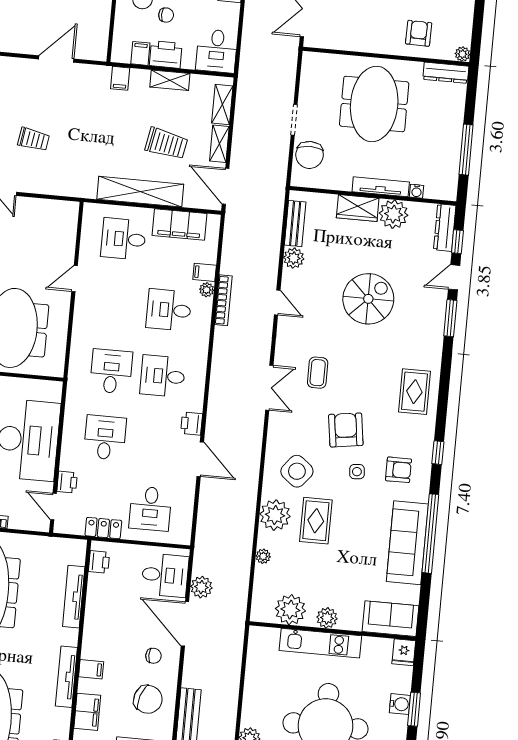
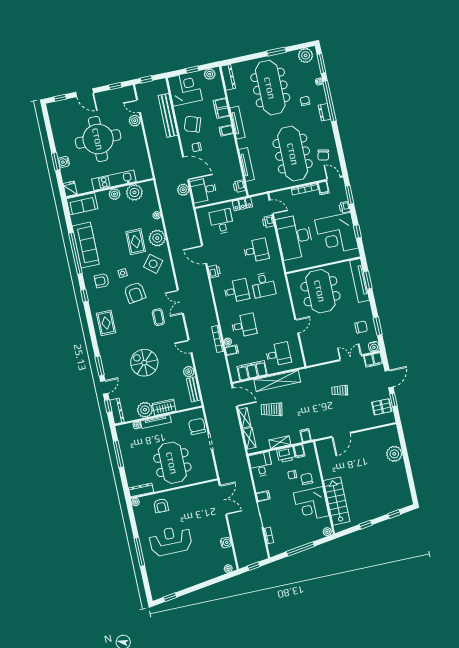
spiral stairs: (368, 299) -> (144, 363), turned 90
desk: (105, 438) -> (256, 250), turned -90

